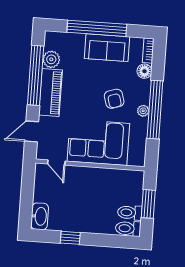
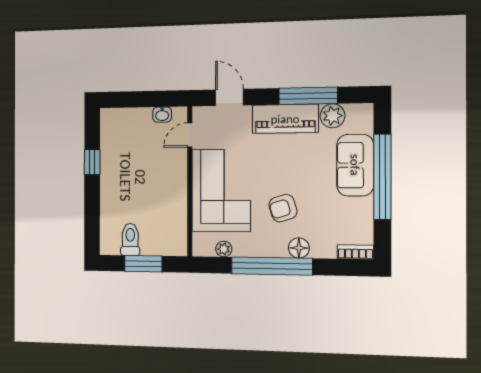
sofa: (107, 48) -> (355, 165), moved
floor lamp: (144, 71) -> (299, 248), moved
window: (36, 75) -> (308, 96), width x0.68
plant: (143, 111) -> (224, 249), moved
washbasin: (40, 216) -> (162, 115), moved, width x0.52, depth x0.69
toilet: (128, 228) -> (109, 238), removed

